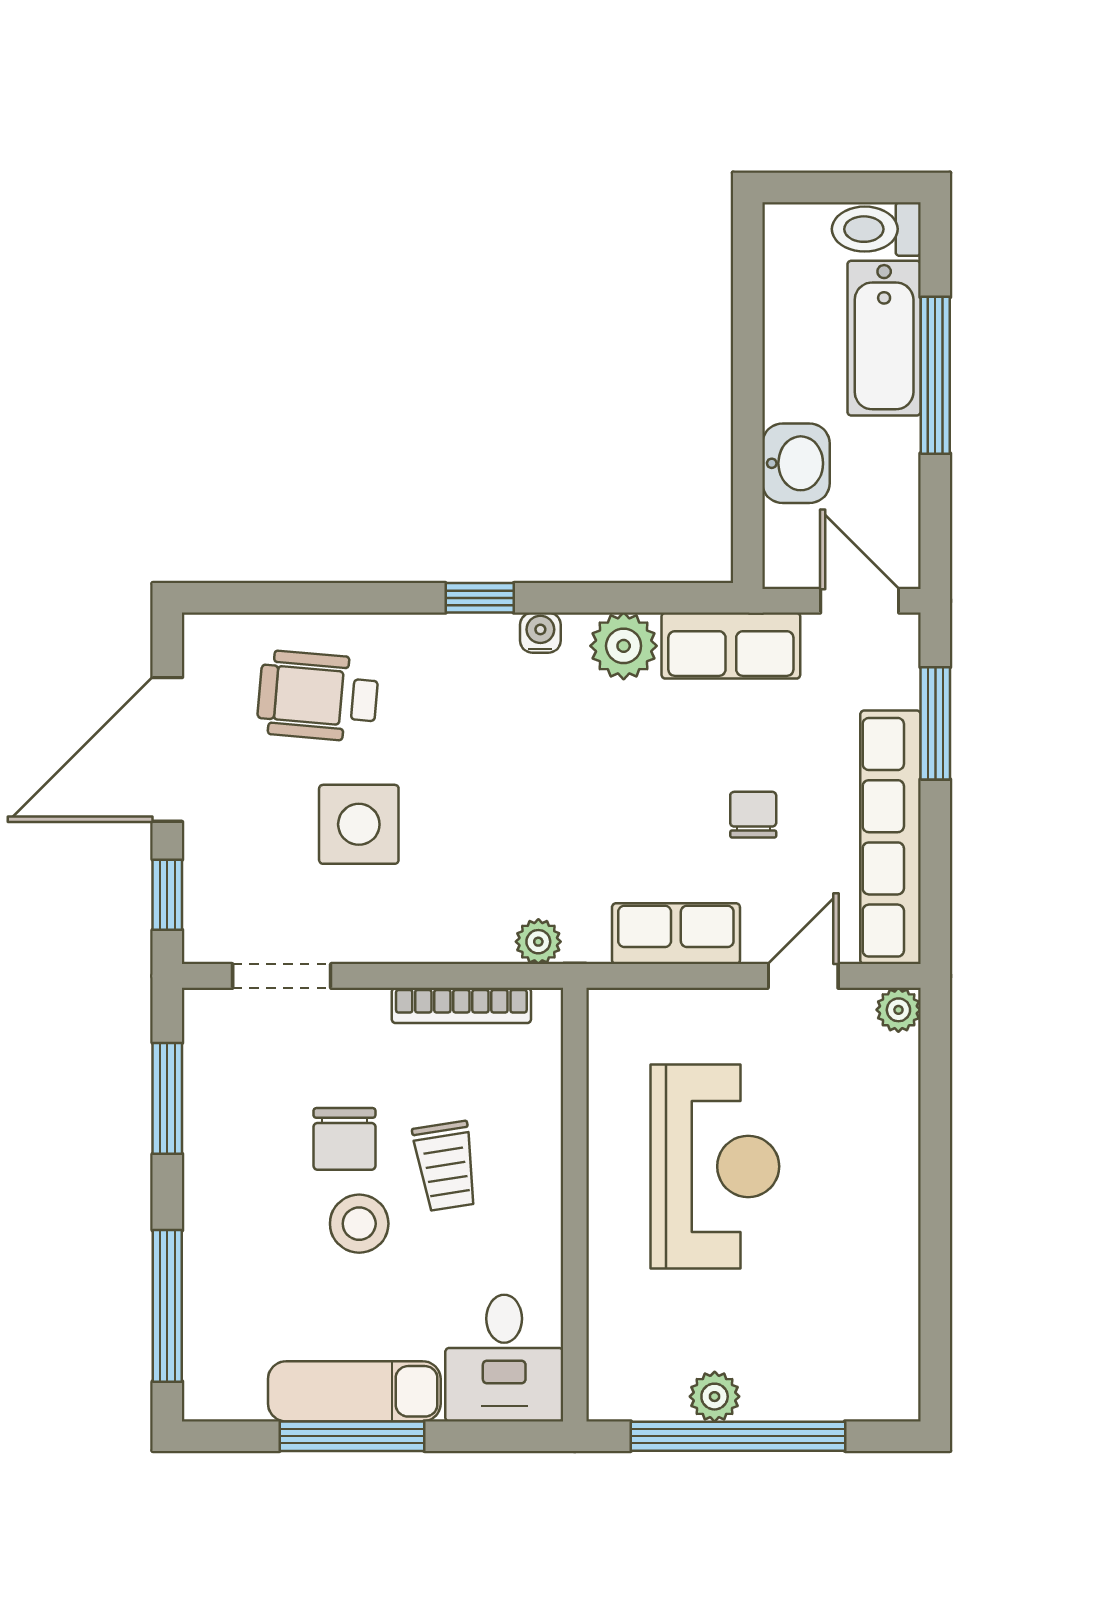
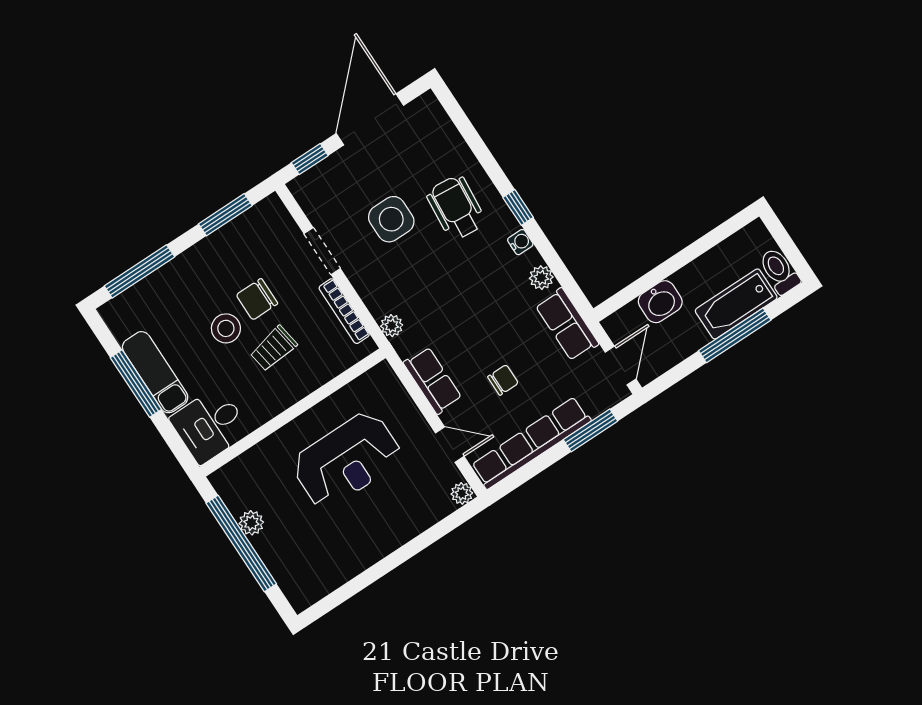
plant: (624, 646) -> (541, 278), width x0.73, depth x0.73
wheelchair: (318, 696) -> (456, 208), moved
door: (167, 749) -> (370, 119), hinge flipped
doorway: (282, 976) -> (322, 251), moved

